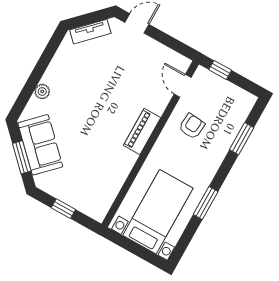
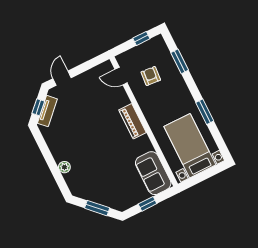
window: (88, 19) -> (38, 107), added
window: (220, 70) -> (141, 38), moved
armchair: (192, 126) -> (151, 76), moved
sofa: (40, 145) -> (153, 173), moved, turned -135

